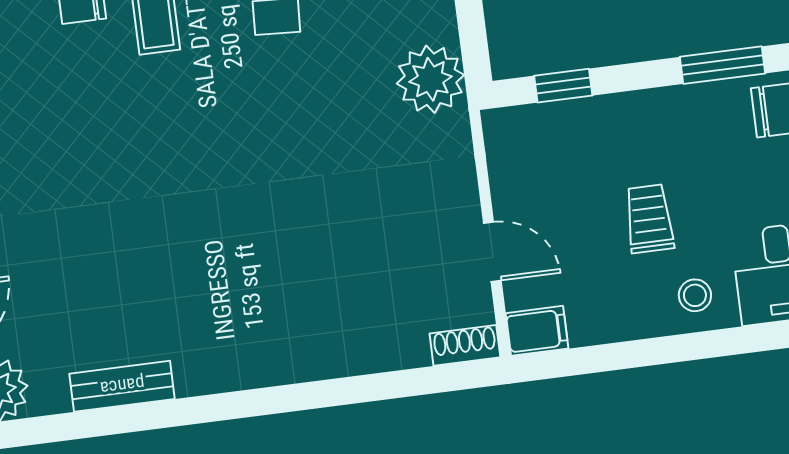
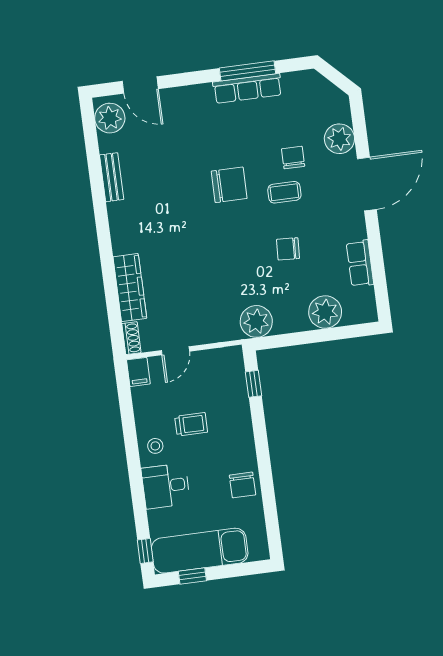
window: (723, 65) -> (263, 459), removed
chair: (139, 136) -> (229, 185), added
wardrobe: (357, 348) -> (130, 288), added

